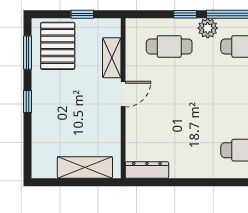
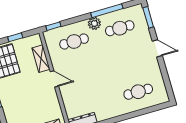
window: (185, 14) -> (53, 26), moved
door: (123, 94) -> (54, 79), hinge flipped

